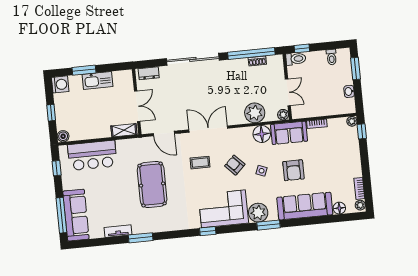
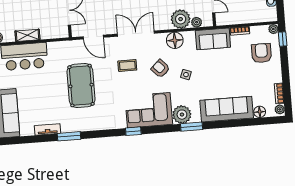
plant: (283, 115) -> (197, 22), moved
shelving: (124, 130) -> (27, 35), moved
floor lamp: (262, 134) -> (175, 40), moved
armchair: (293, 170) -> (262, 53), moved, turned 180

